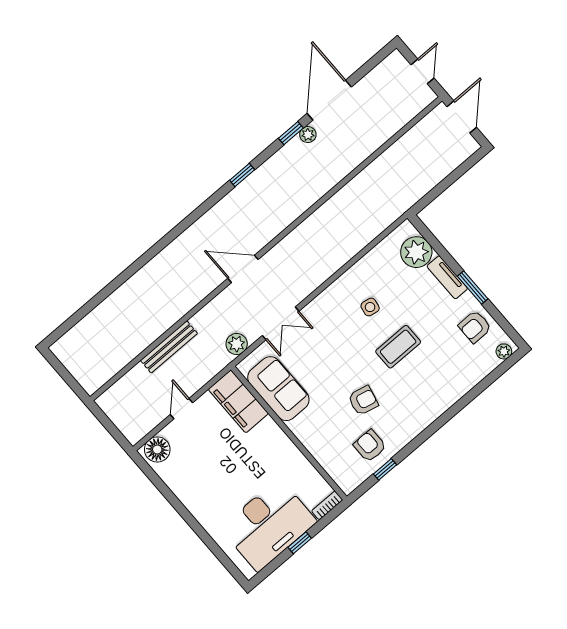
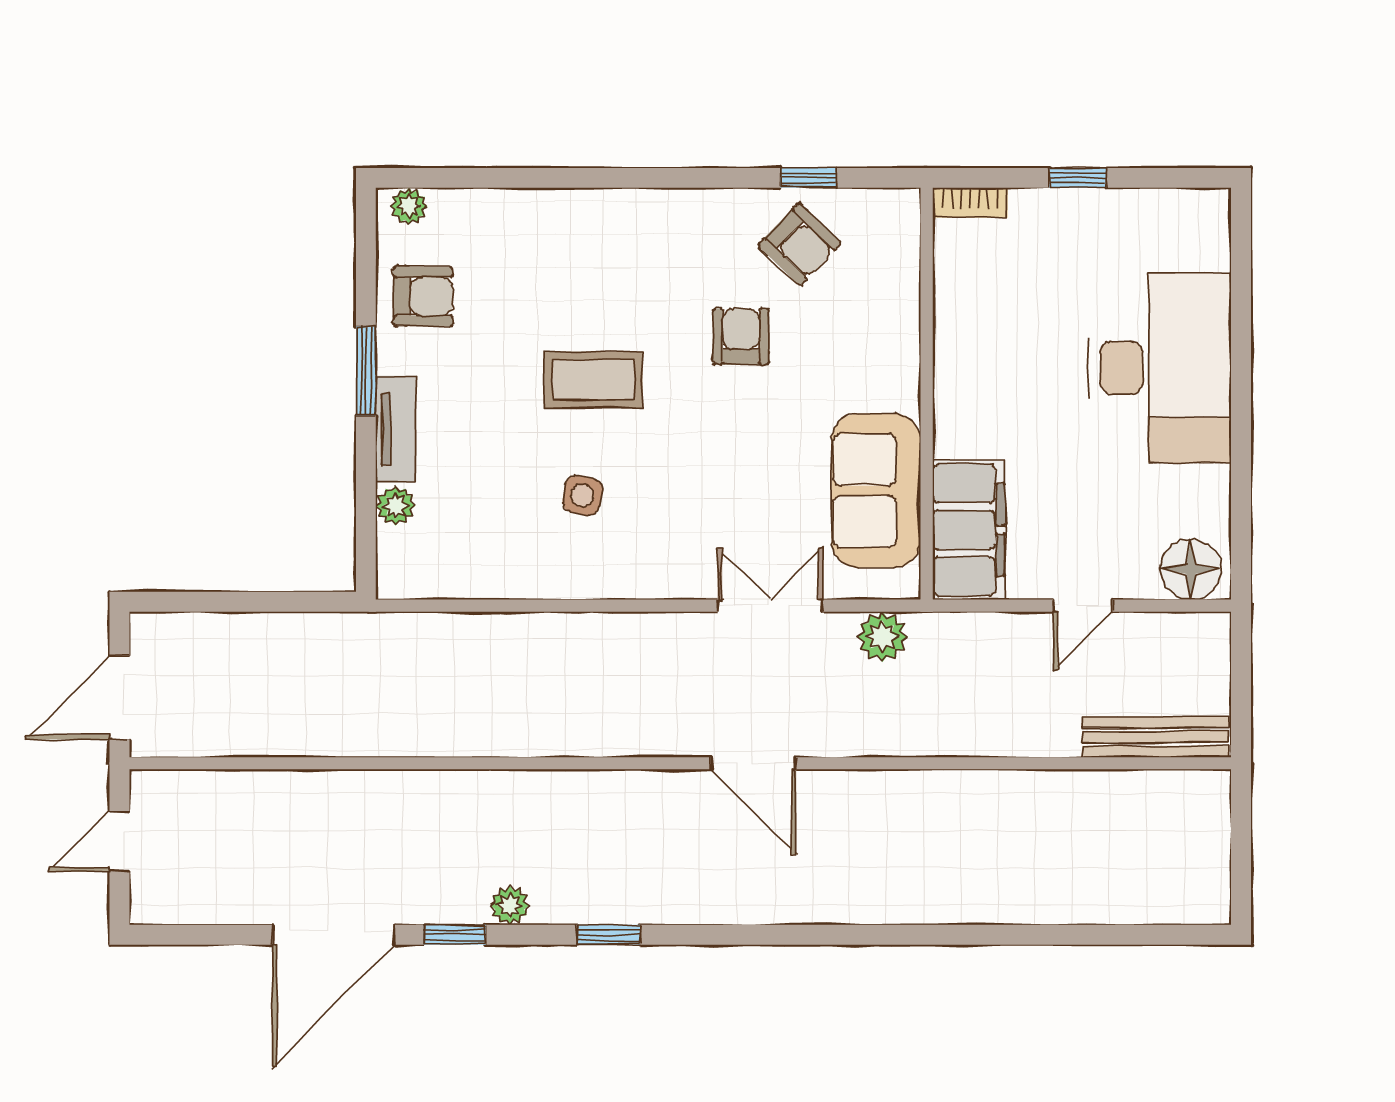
plant: (308, 135) -> (510, 905), moved
plant: (416, 252) -> (396, 506), width x0.53, depth x0.53
bench: (169, 347) -> (1155, 737), moved
armchair: (363, 401) -> (741, 337), turned 77
armchair: (370, 446) -> (799, 244), turned -46
desk: (269, 525) -> (1160, 368), moved, turned 90

